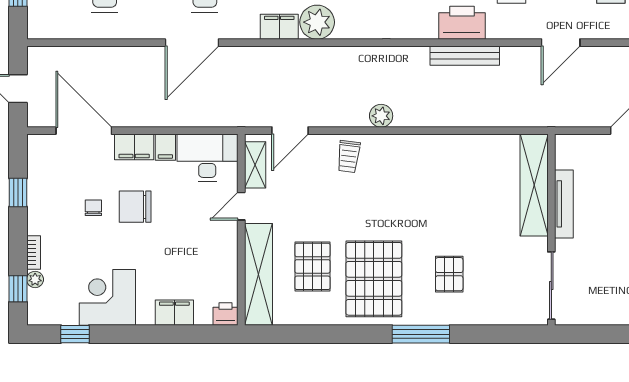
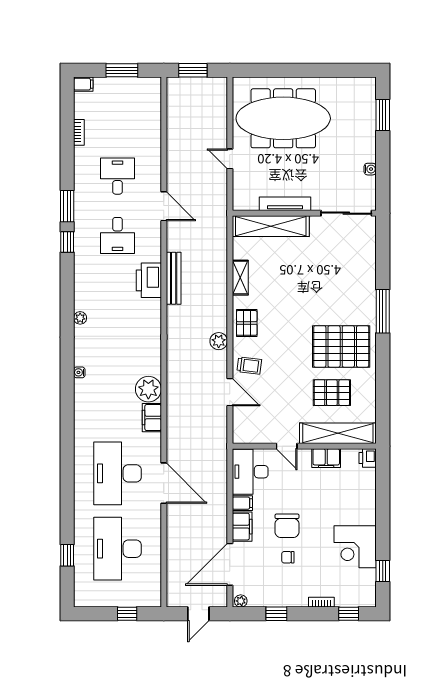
door: (290, 131) -> (230, 392), moved
shelving: (255, 165) -> (240, 278), moved, turned 90
pallet: (449, 274) -> (247, 323), moved, turned 90
plant: (35, 279) -> (241, 601), moved
filing cabinet: (174, 313) -> (326, 458), moved, turned -90
water cooler: (610, 317) -> (370, 169), added

